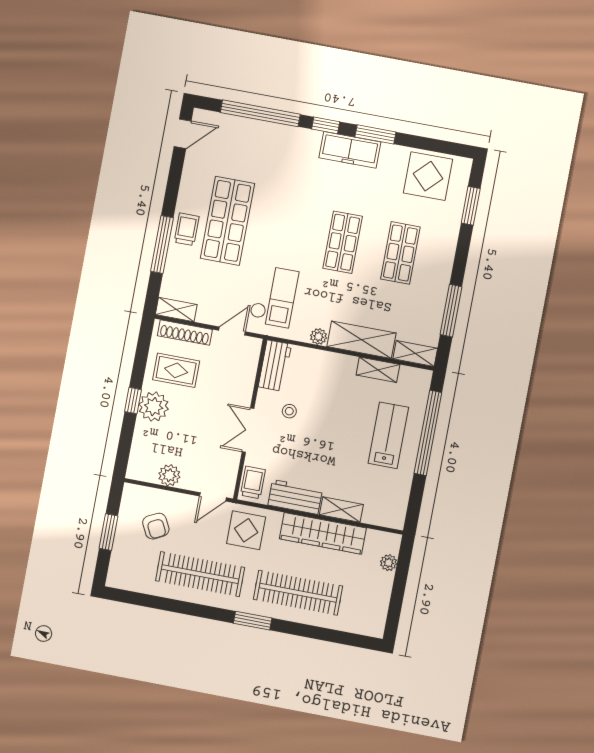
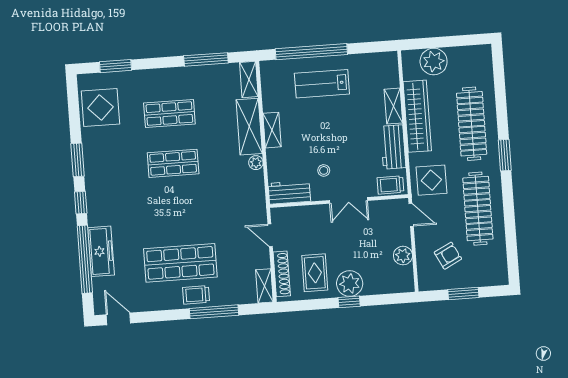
freezer: (350, 150) -> (101, 251), moved
checkout: (274, 296) -> (232, 208), removed
shelving: (378, 370) -> (272, 130), moved
plant: (389, 563) -> (434, 62), width x1.88, depth x1.88

